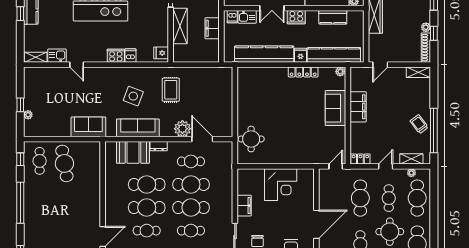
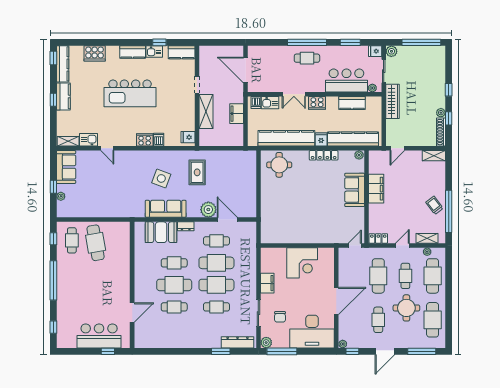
sofa: (88, 127) -> (66, 167), moved, turned 90
round table: (251, 139) -> (279, 165), moved
cafe table: (147, 184) -> (174, 263), width x0.73, depth x0.74

